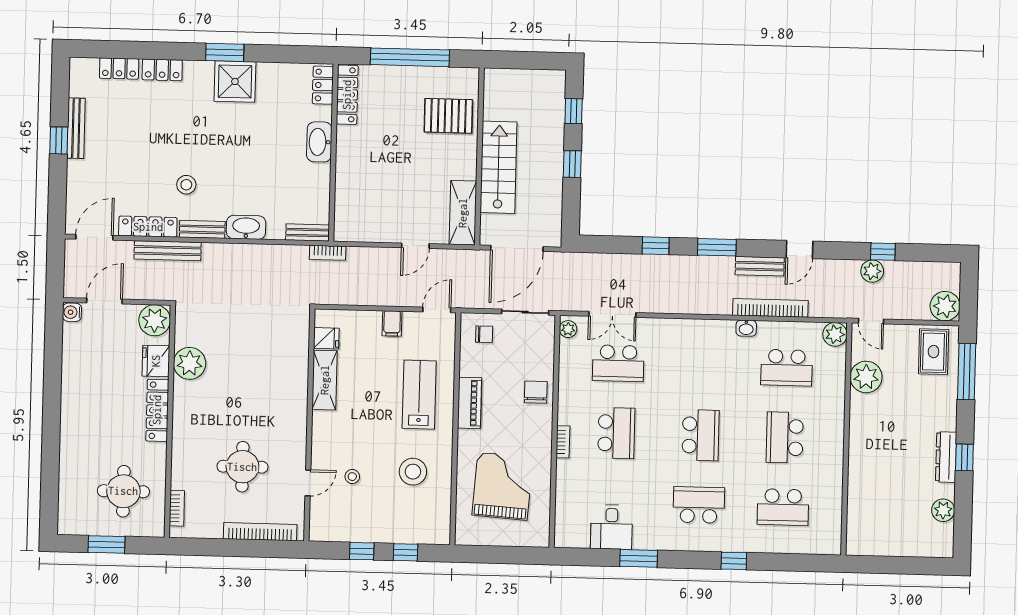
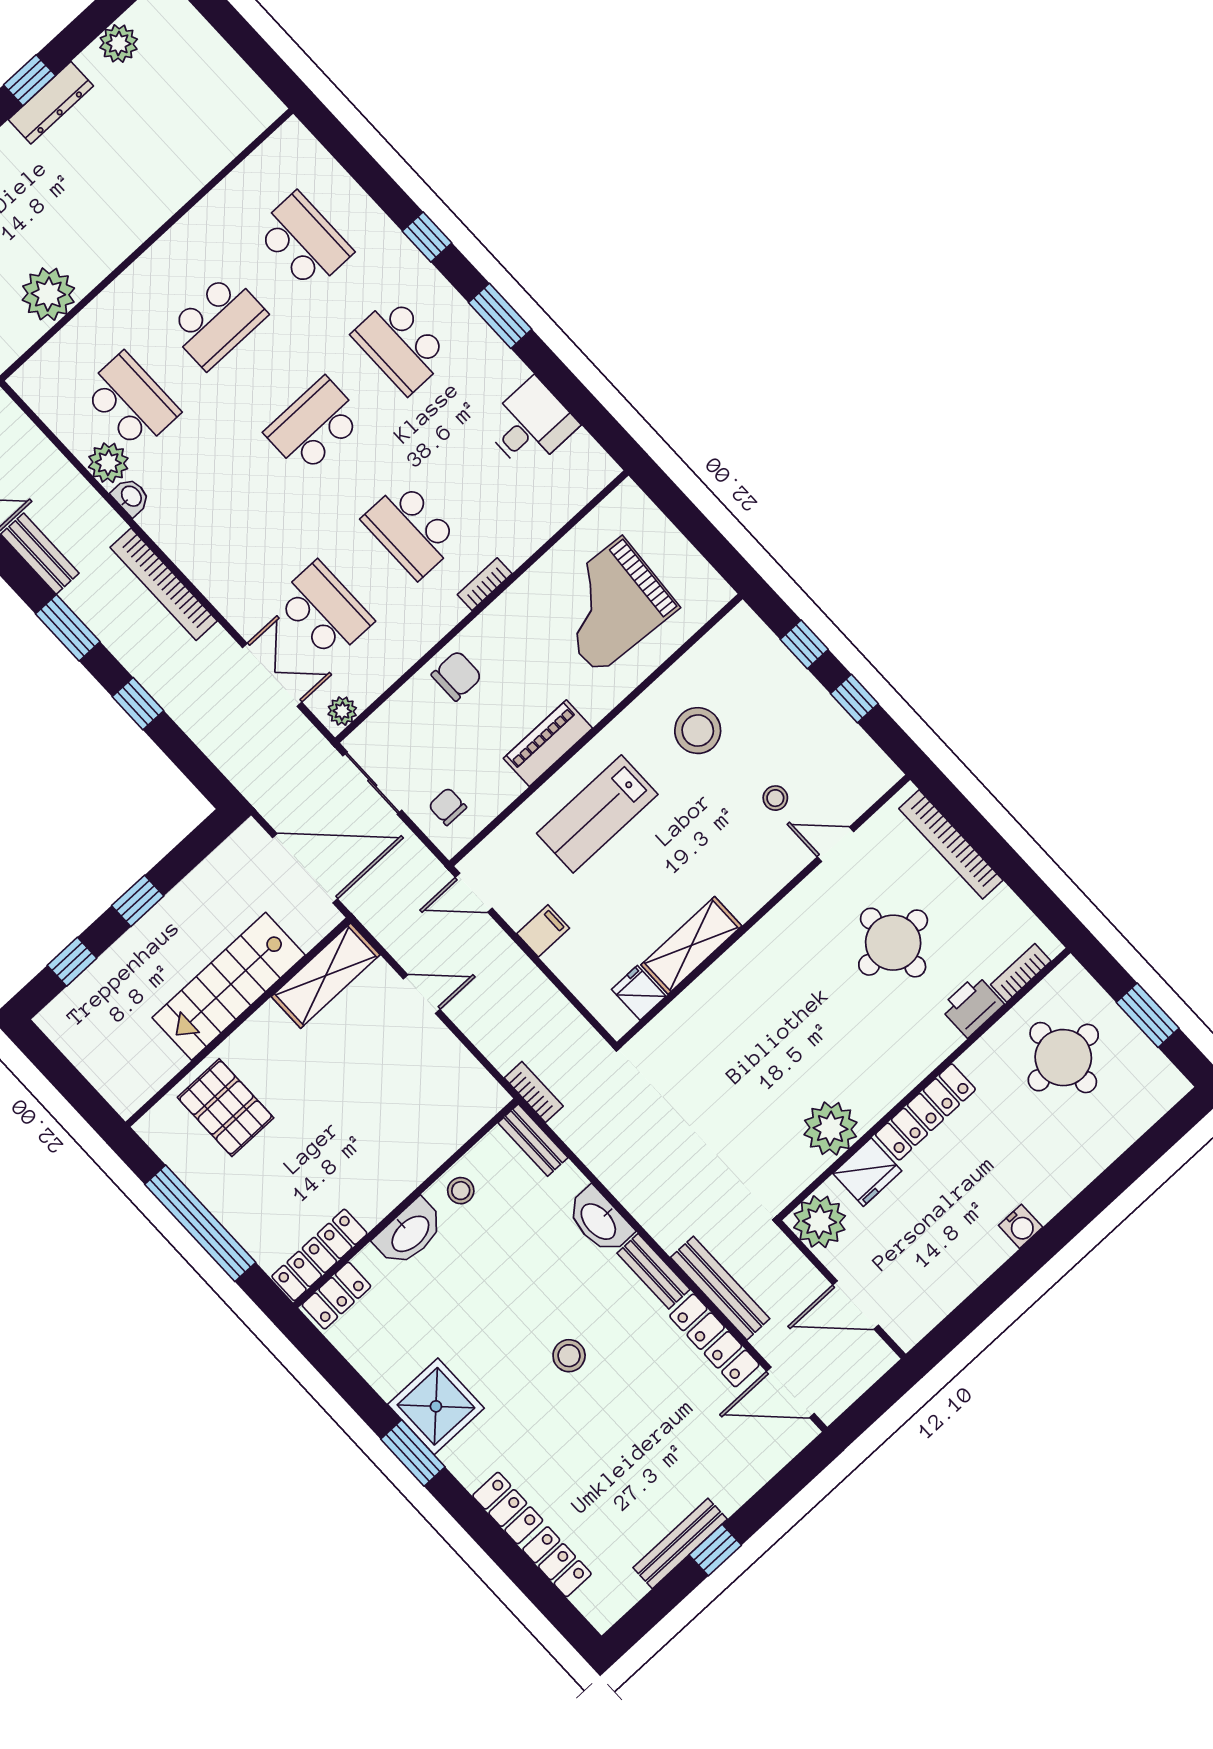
stool: (316, 181) -> (461, 1191), added
stool: (186, 185) -> (569, 1356), moved
bookcase: (770, 308) -> (164, 584), moved
water cooler: (72, 312) -> (1021, 1226), moved
plant: (835, 334) -> (108, 463), moved
chair: (536, 392) -> (457, 676), turned 180
school desk: (616, 433) -> (411, 530), turned -90
printer: (183, 474) -> (972, 1006), added
window: (639, 558) -> (500, 316), moved

